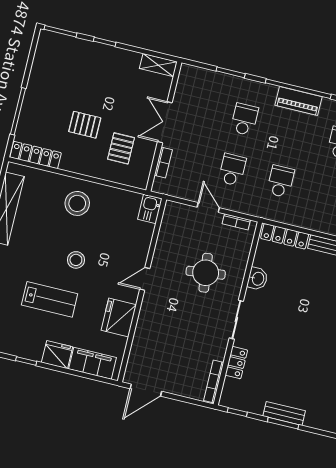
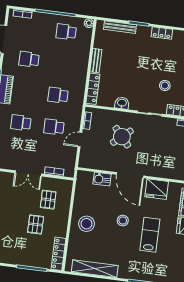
pallet: (121, 148) -> (48, 200), turned 90
kitchen sink: (150, 209) -> (102, 179), moved
round table: (206, 273) -> (122, 137), turned -34
door: (145, 279) -> (130, 175), width x1.88
stool: (277, 348) -> (165, 85), added

